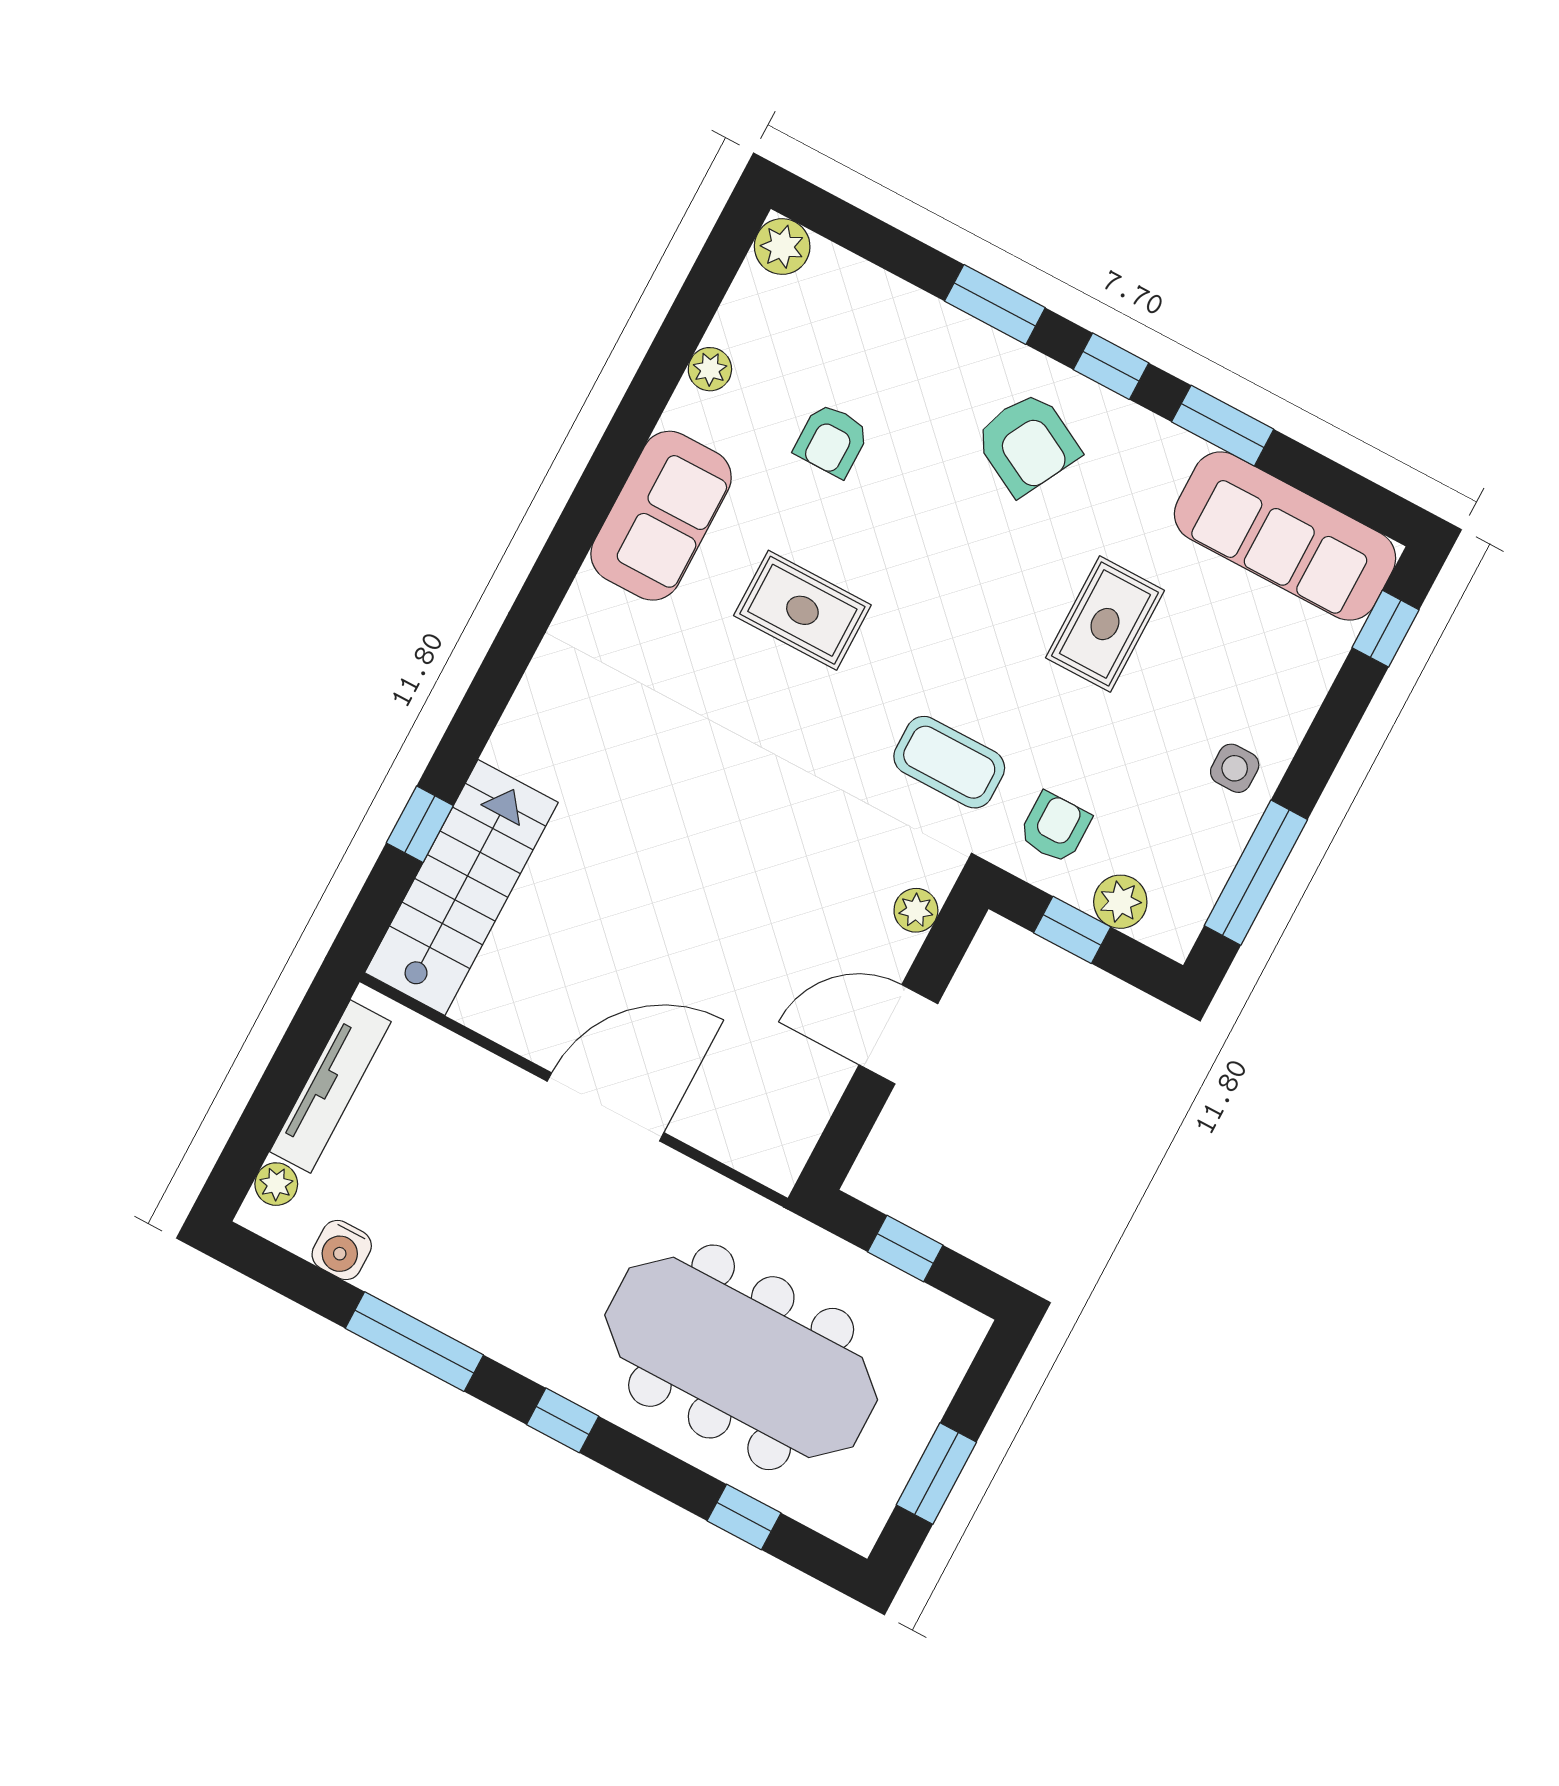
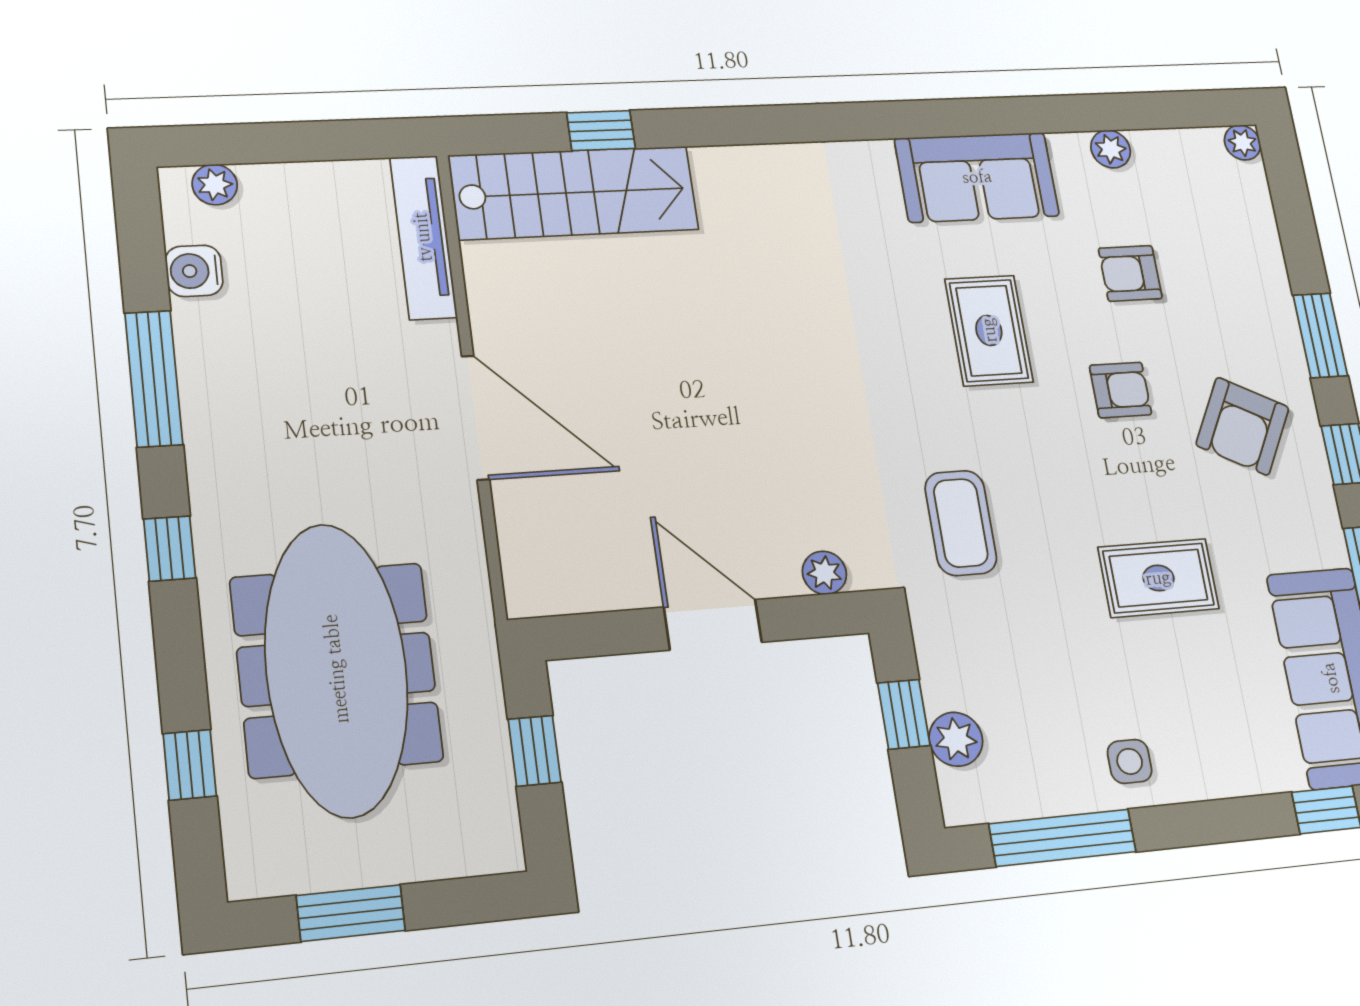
plant: (782, 247) -> (1243, 143), width x0.73, depth x0.73
armchair: (1055, 828) -> (1120, 390), moved
tv unit: (330, 1087) -> (423, 237), moved, turned 90

